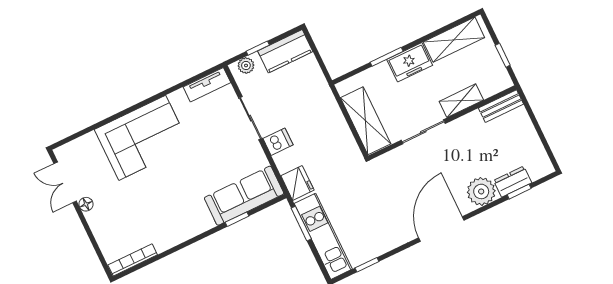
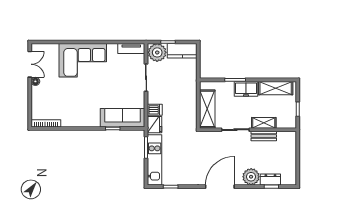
plant: (246, 65) -> (157, 52), width x1.88, depth x1.88
bench: (501, 106) -> (264, 136), moved
dishwasher: (278, 142) -> (155, 110), moved
double door: (65, 182) -> (30, 64), swing flipped

